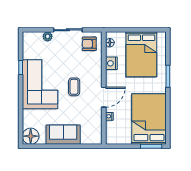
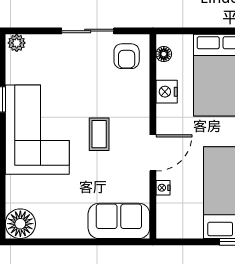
plant: (48, 36) -> (17, 43), moved
armchair: (89, 44) -> (127, 56), turned -90
sofa: (63, 135) -> (119, 221), moved

